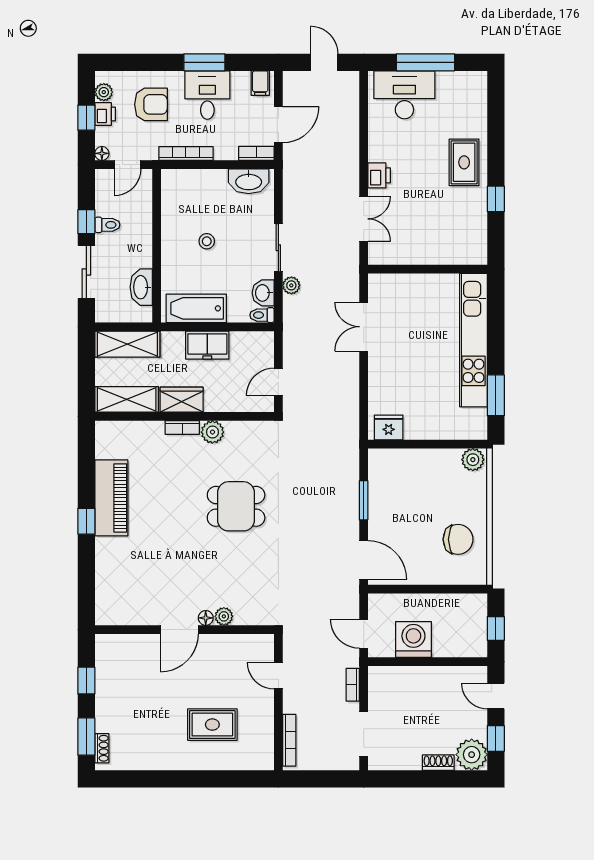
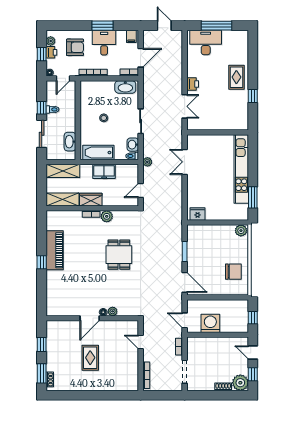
plant: (291, 285) -> (147, 162), moved
dining table: (236, 506) -> (119, 255), turned 90
rug: (212, 725) -> (90, 358), moved, turned 90

